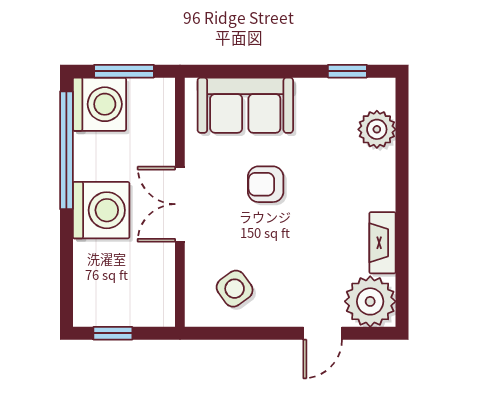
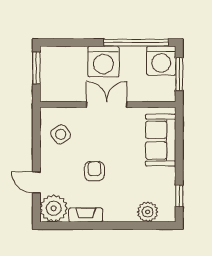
armchair: (266, 184) -> (94, 171), moved
window: (113, 333) -> (36, 68), width x1.50

